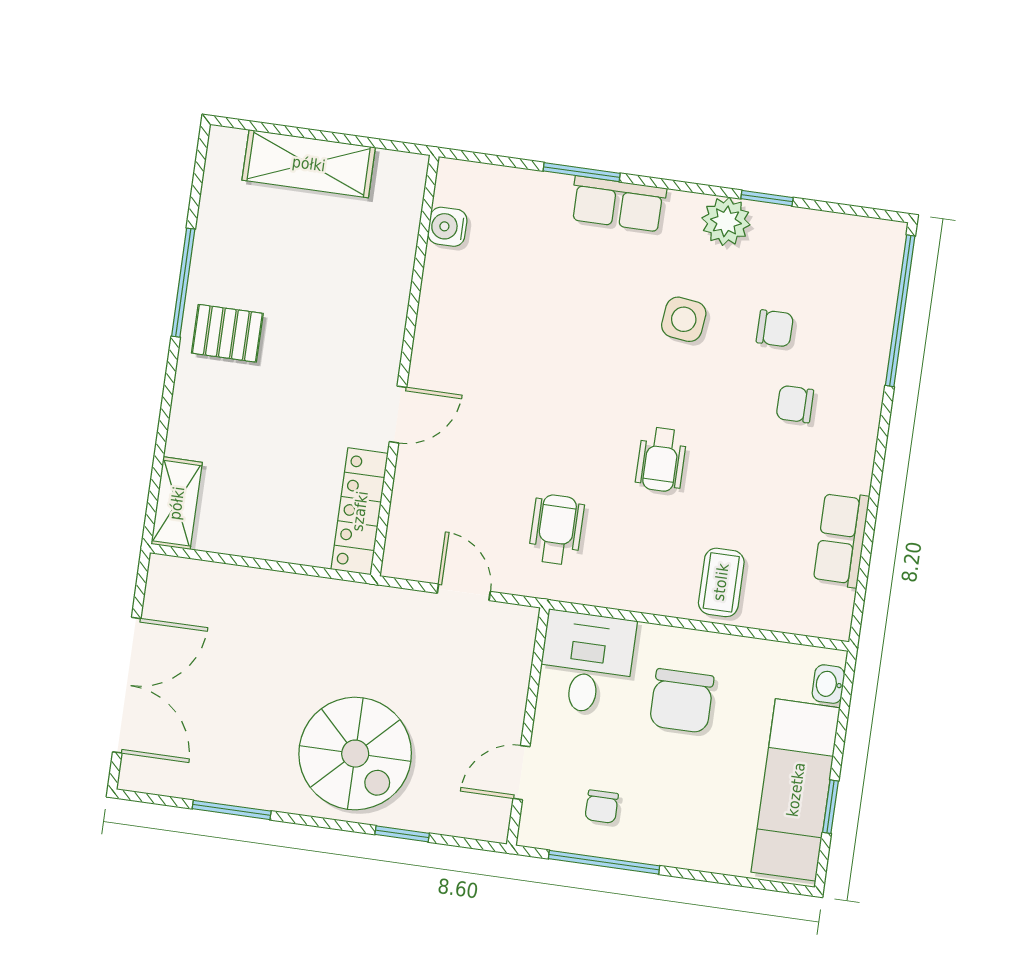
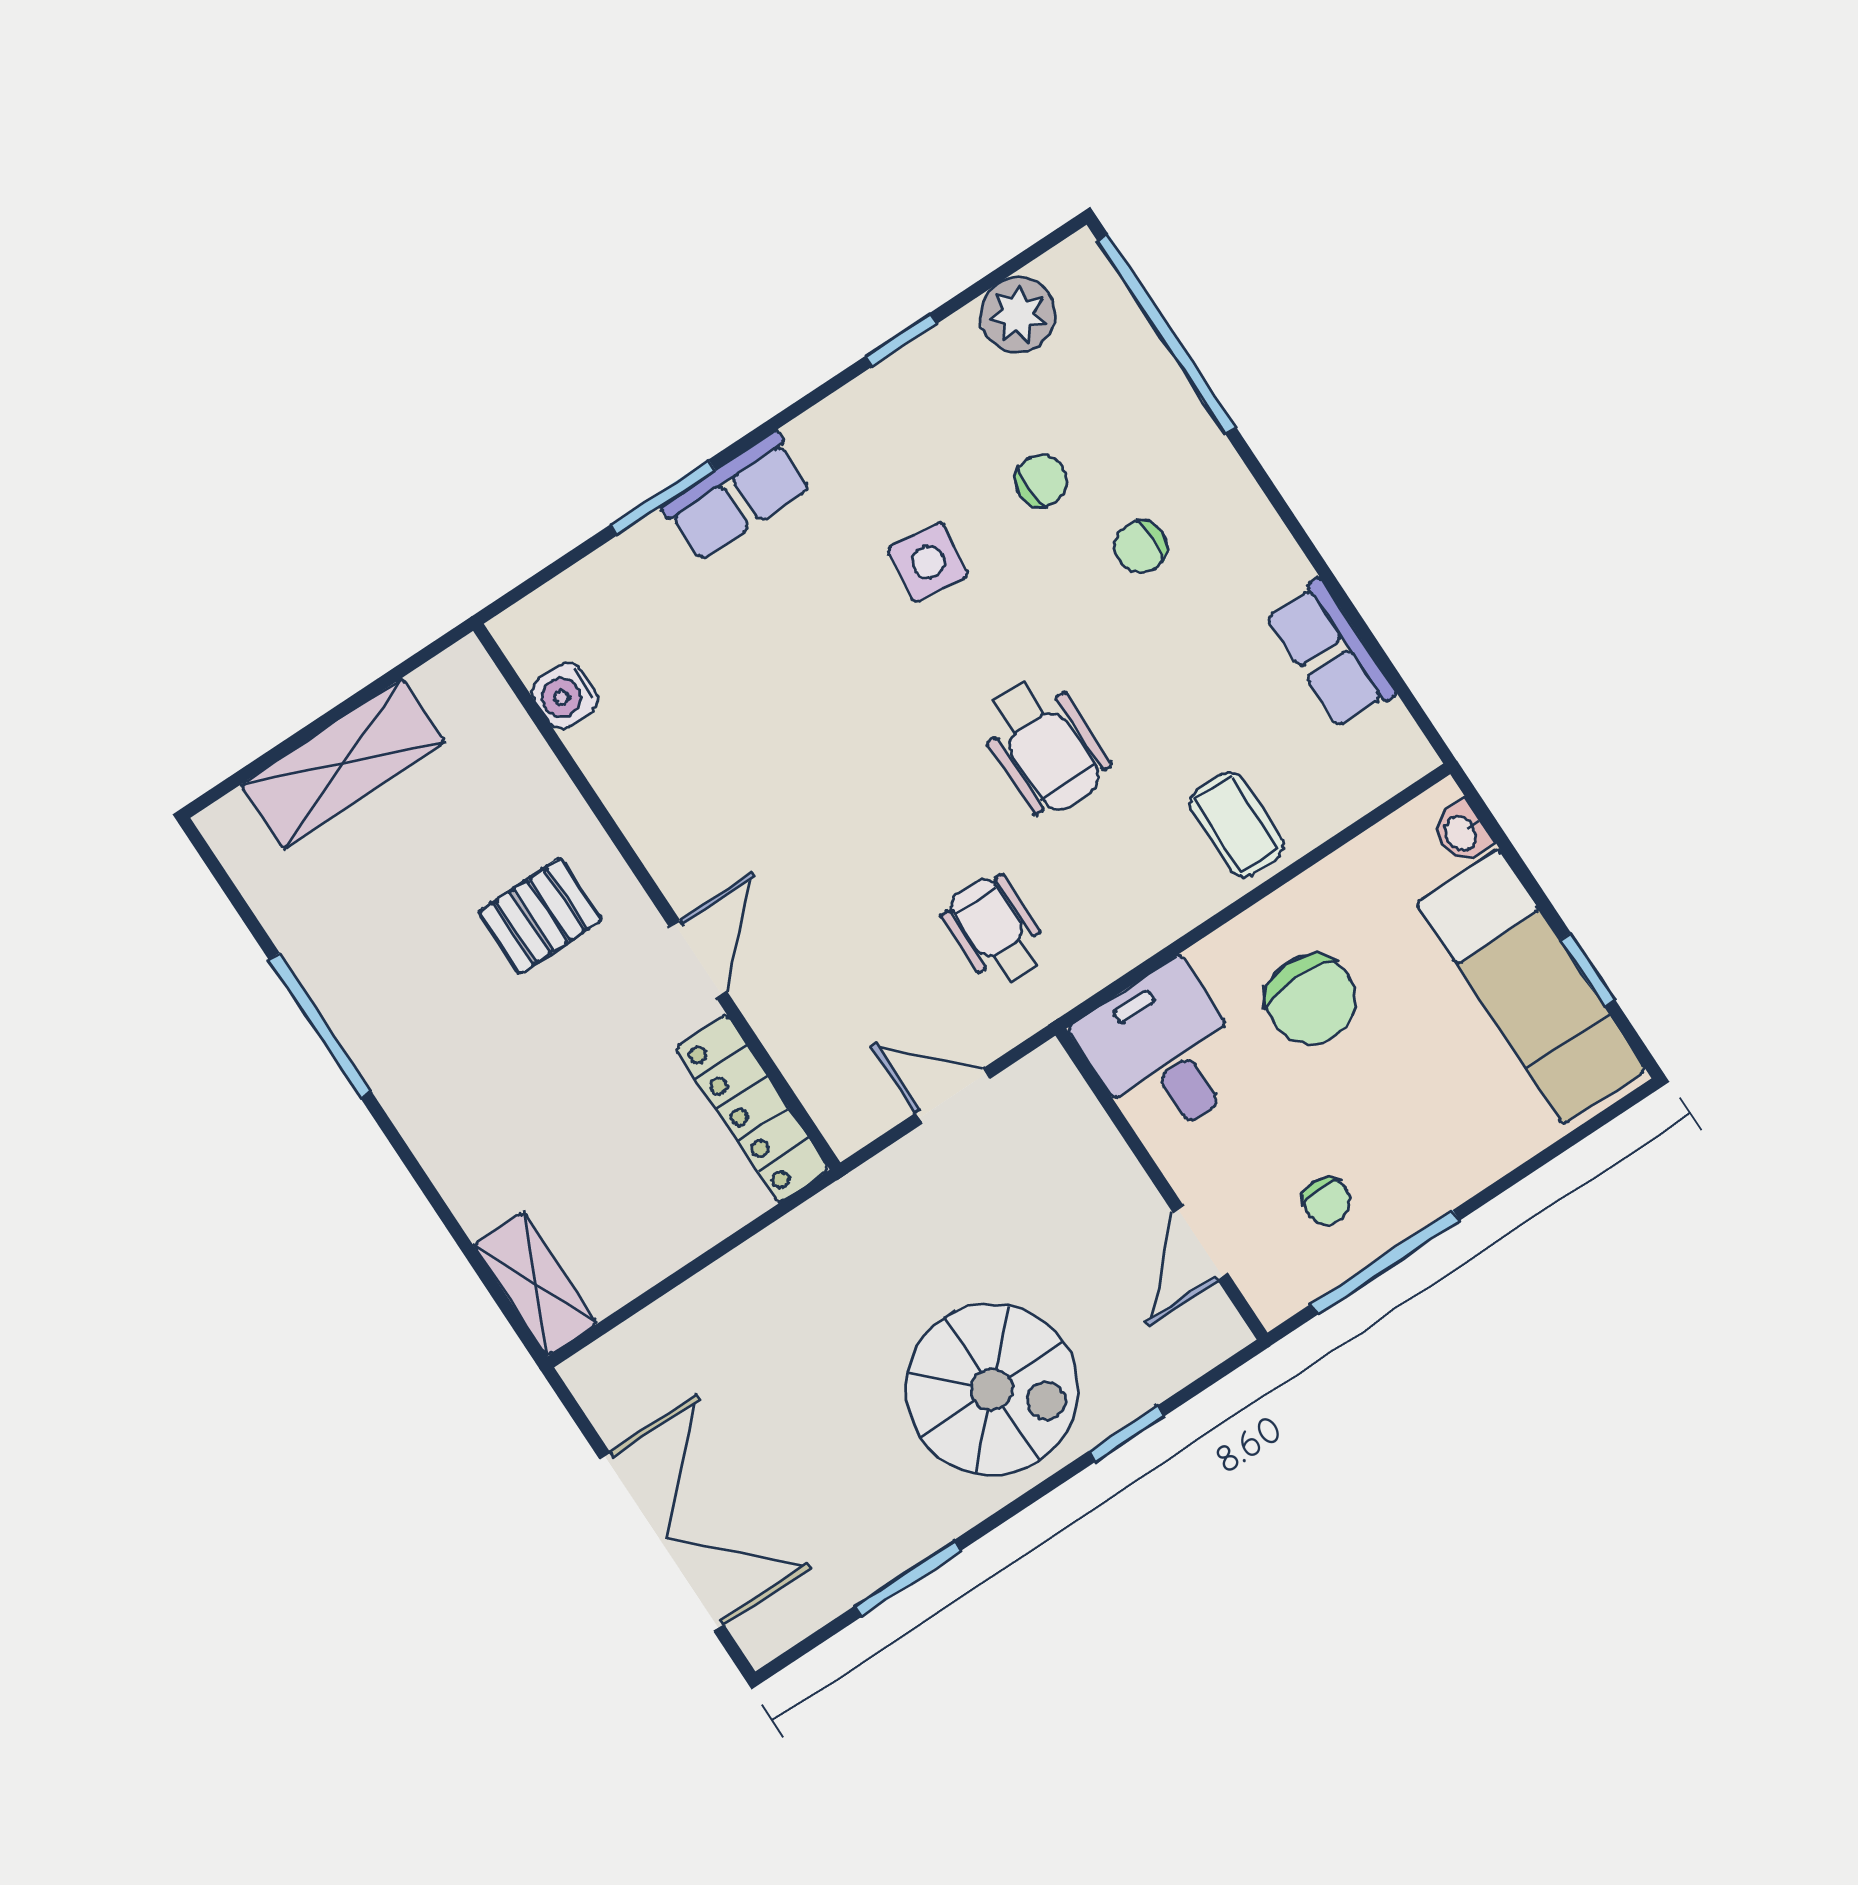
plant: (726, 221) -> (1018, 315), moved
pallet: (227, 333) -> (540, 916), moved
wheelchair: (661, 459) -> (1044, 745), width x1.36, depth x1.37

